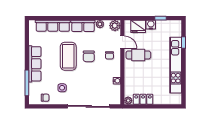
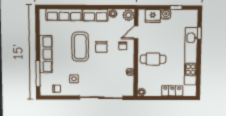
door: (122, 42) -> (136, 32), swing flipped
cafe table: (138, 55) -> (153, 59), moved
locker: (143, 99) -> (172, 91), moved

